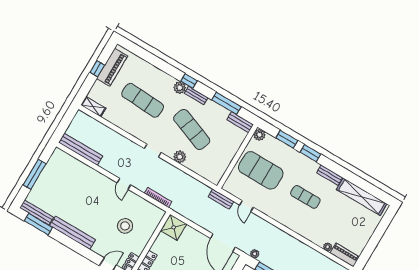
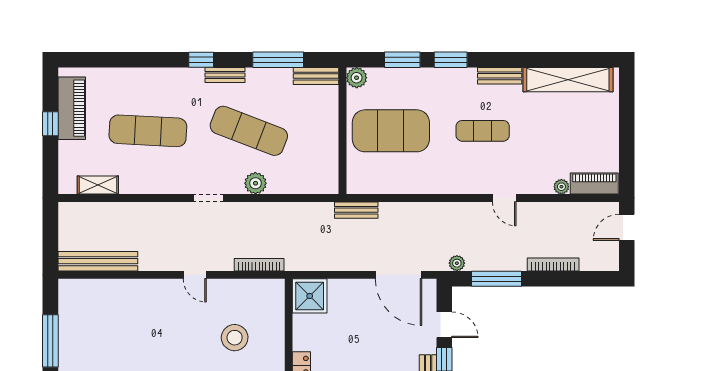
plant: (180, 88) -> (193, 78), removed
shelving: (93, 107) -> (98, 185), moved
door: (246, 206) -> (504, 198), moved

